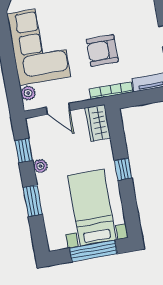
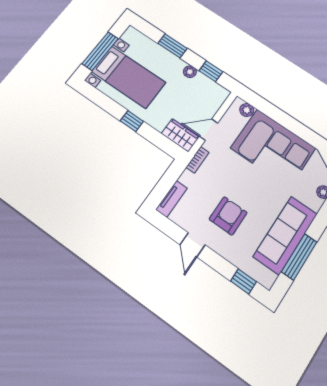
armchair: (102, 50) -> (228, 216), moved
bookcase: (111, 91) -> (197, 160), width x0.64
door: (58, 109) -> (209, 130), moved

